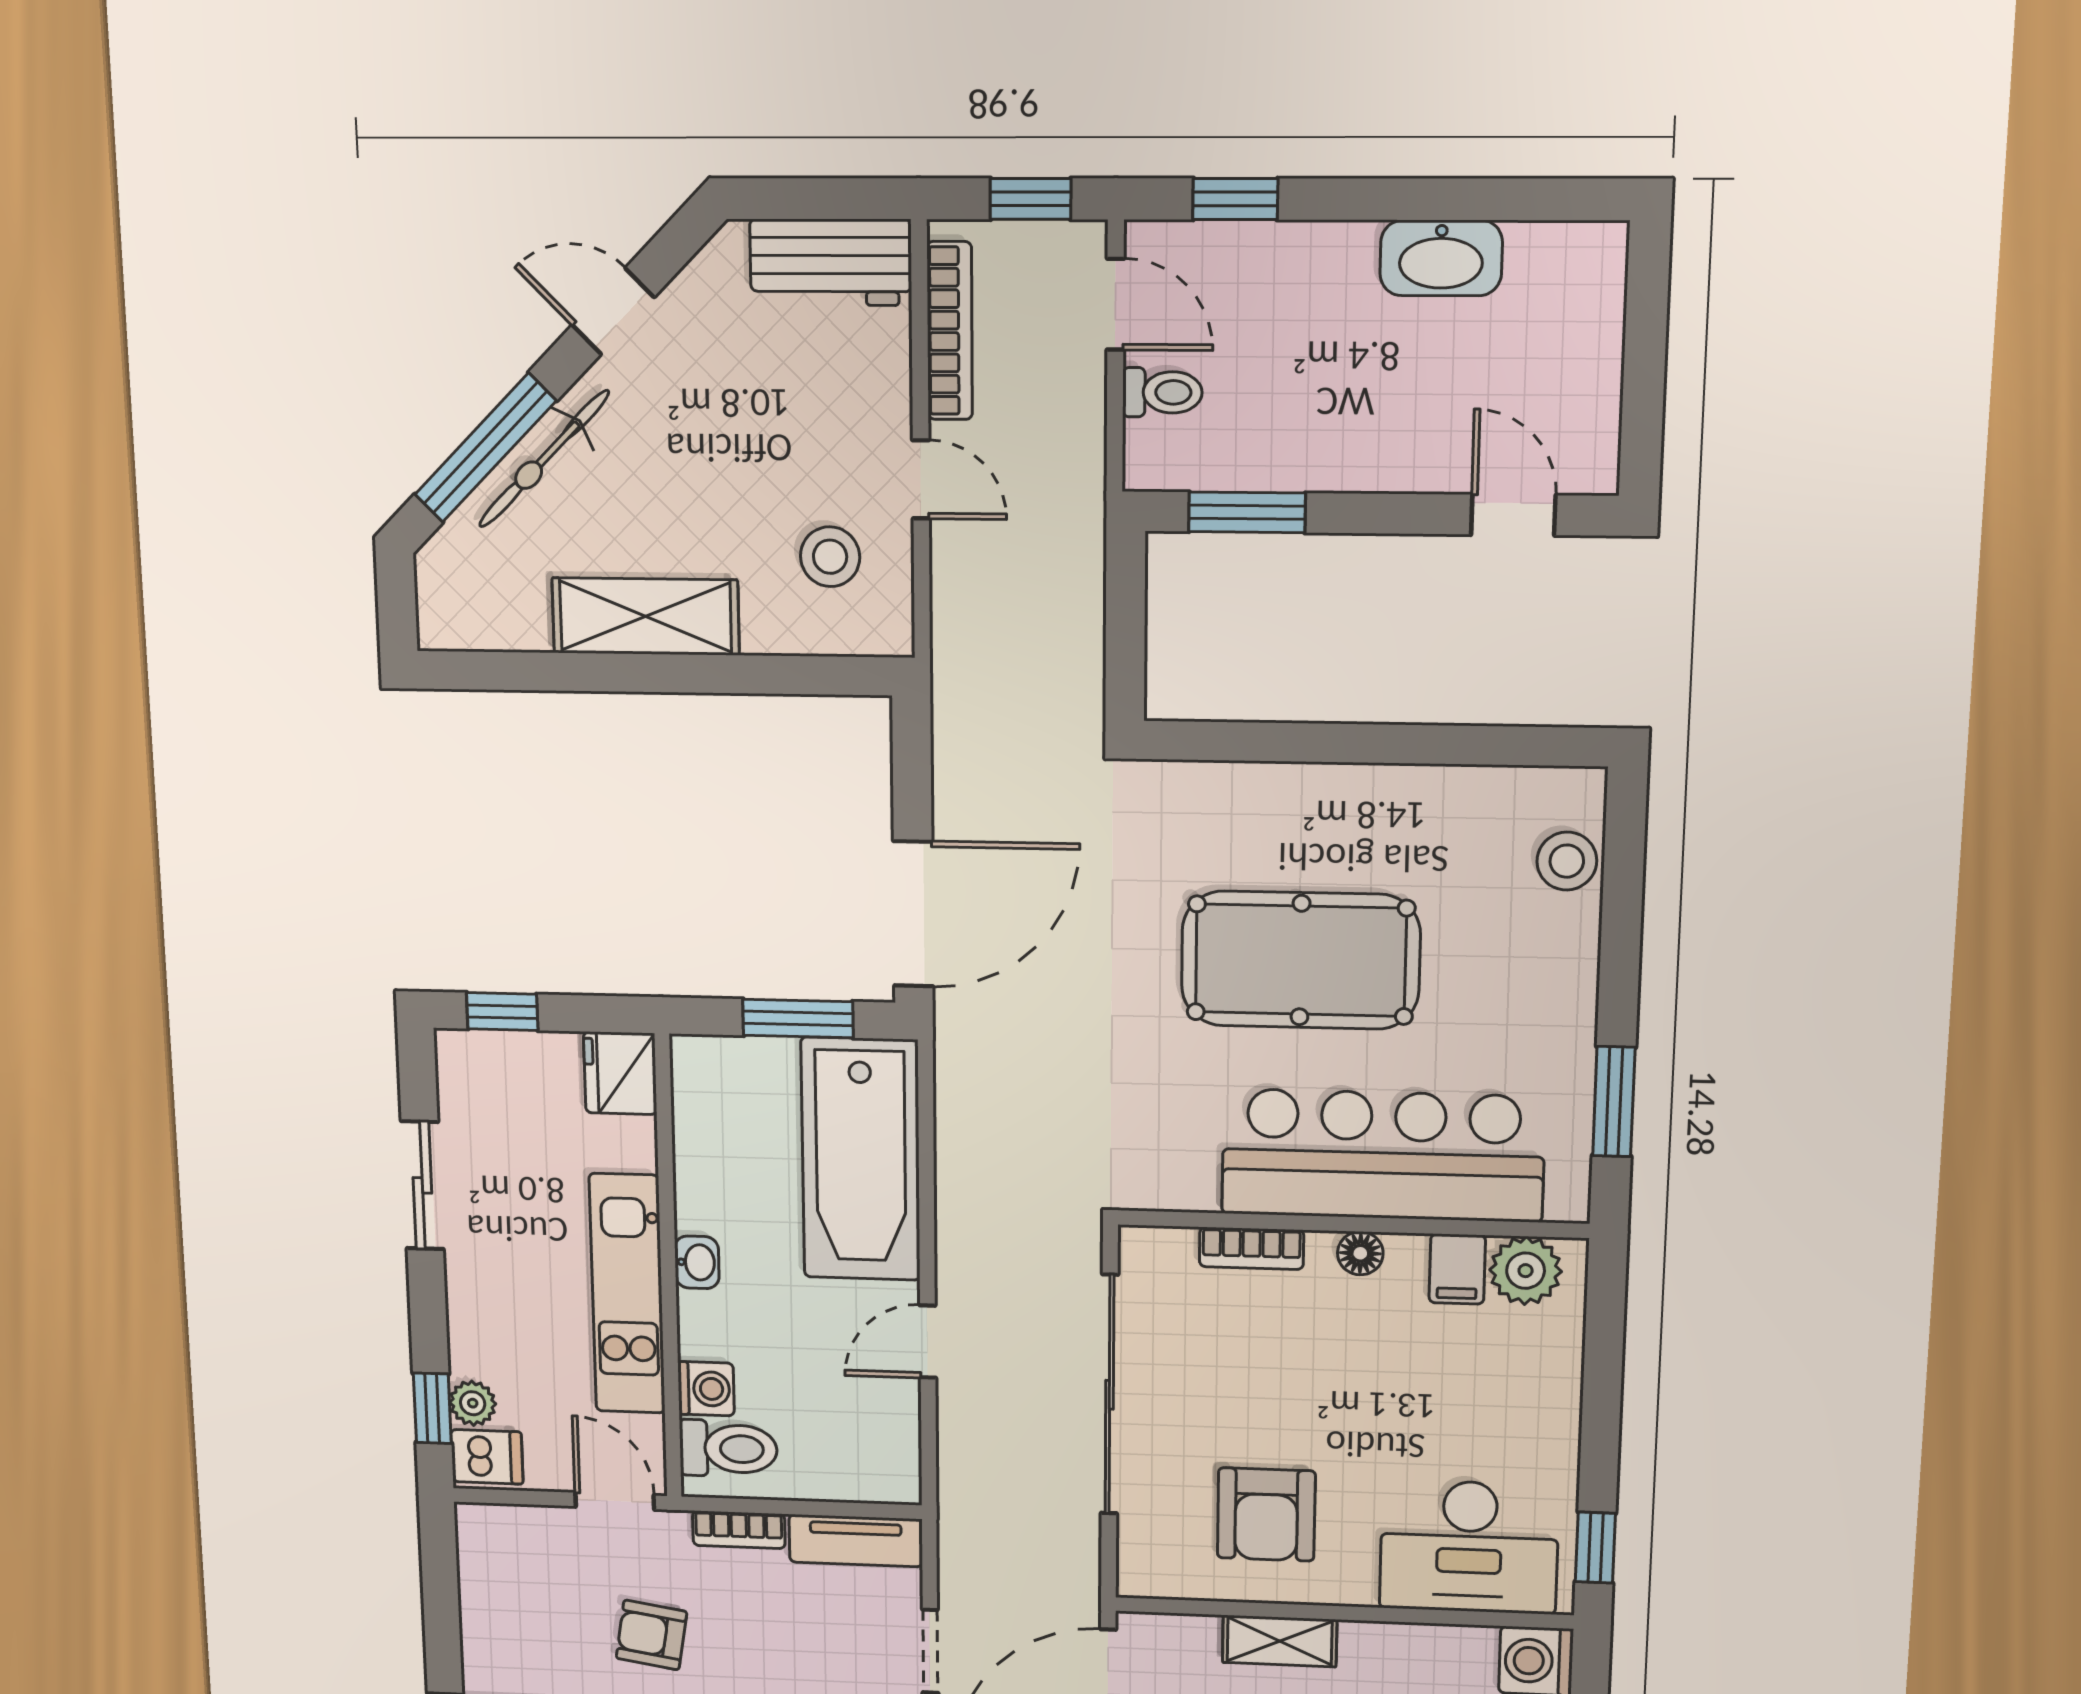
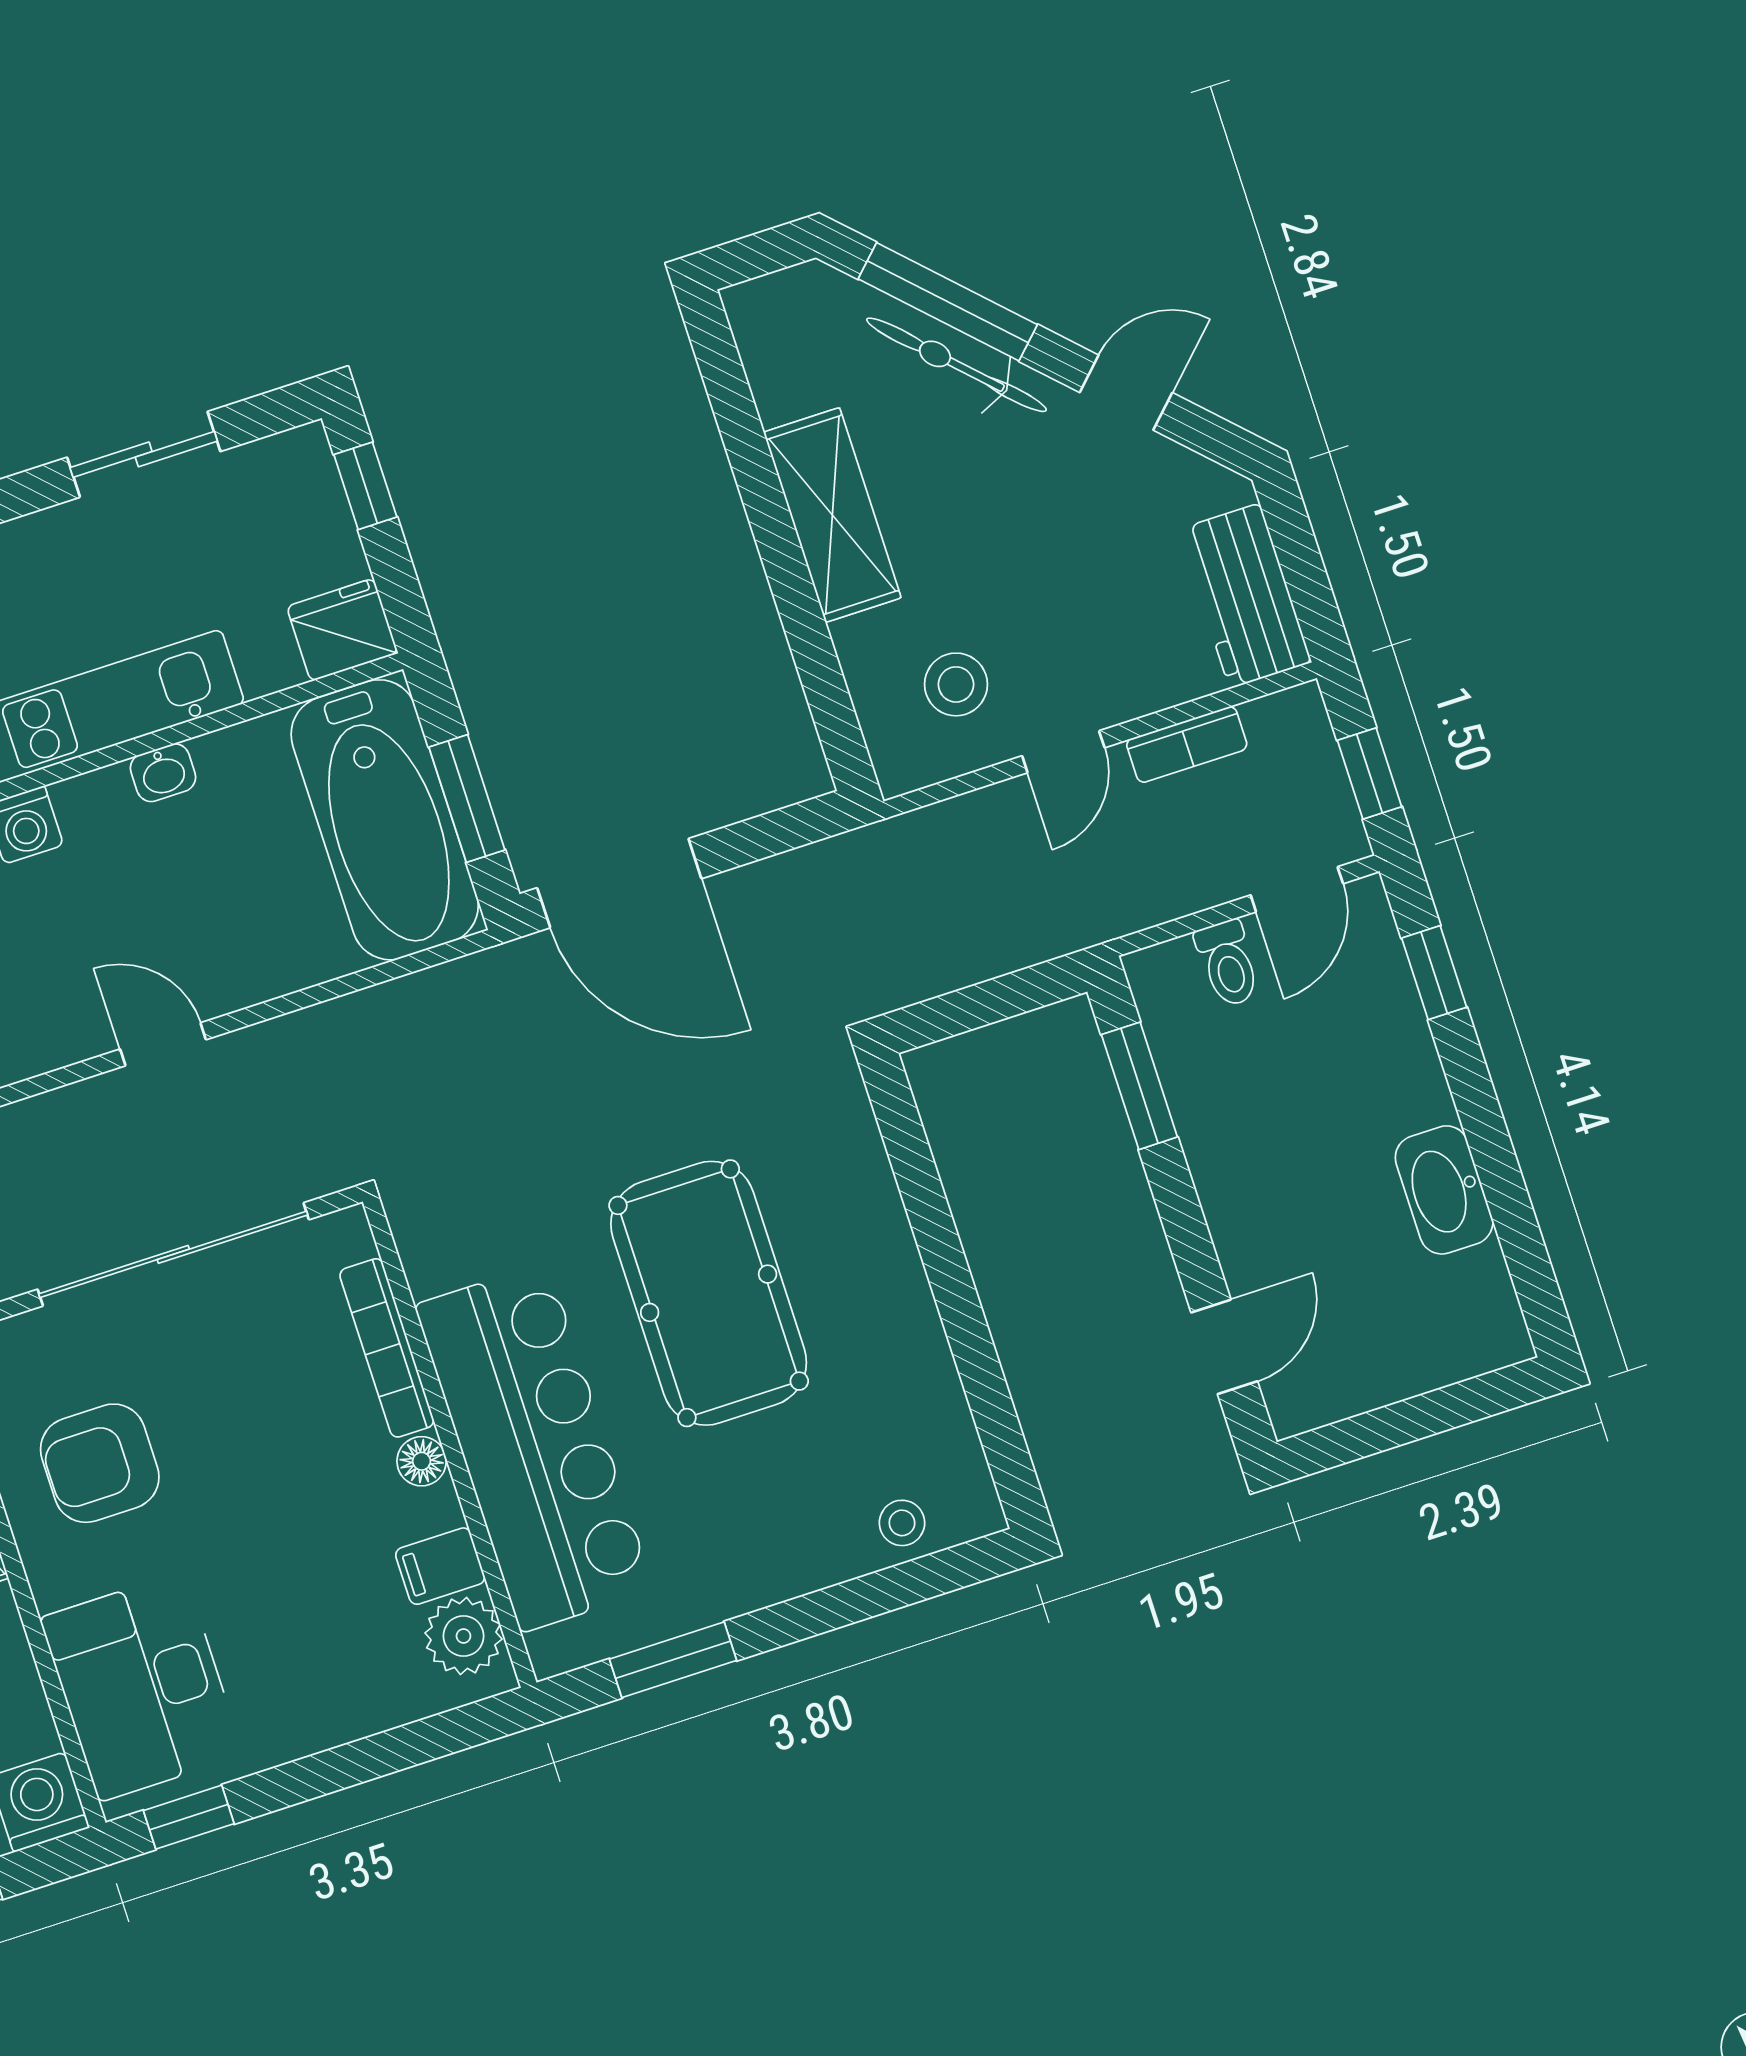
door: (613, 311) -> (1126, 393), hinge flipped
bookcase: (950, 331) -> (1187, 744), width x0.64
stool: (1567, 861) -> (902, 1523), width x0.73, depth x0.73
bathtub: (861, 1159) -> (385, 820), moved, turned -90
bookcase: (1252, 1248) -> (387, 1348), width x1.56

